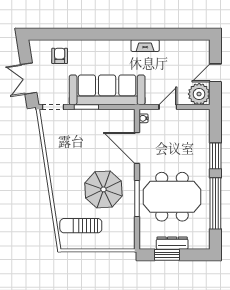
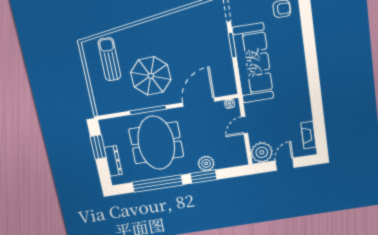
fireplace: (145, 46) -> (308, 135), moved
door: (215, 73) -> (285, 164), hinge flipped
door: (168, 107) -> (245, 125), swing flipped
plant: (202, 151) -> (206, 163), added
dresser: (172, 243) -> (113, 161), moved

